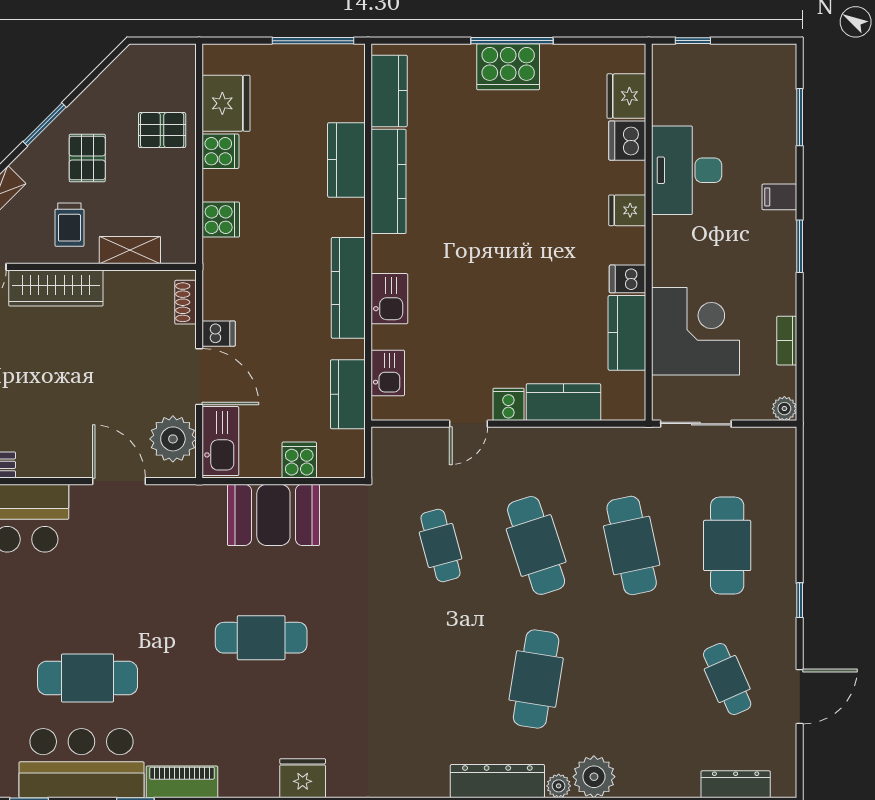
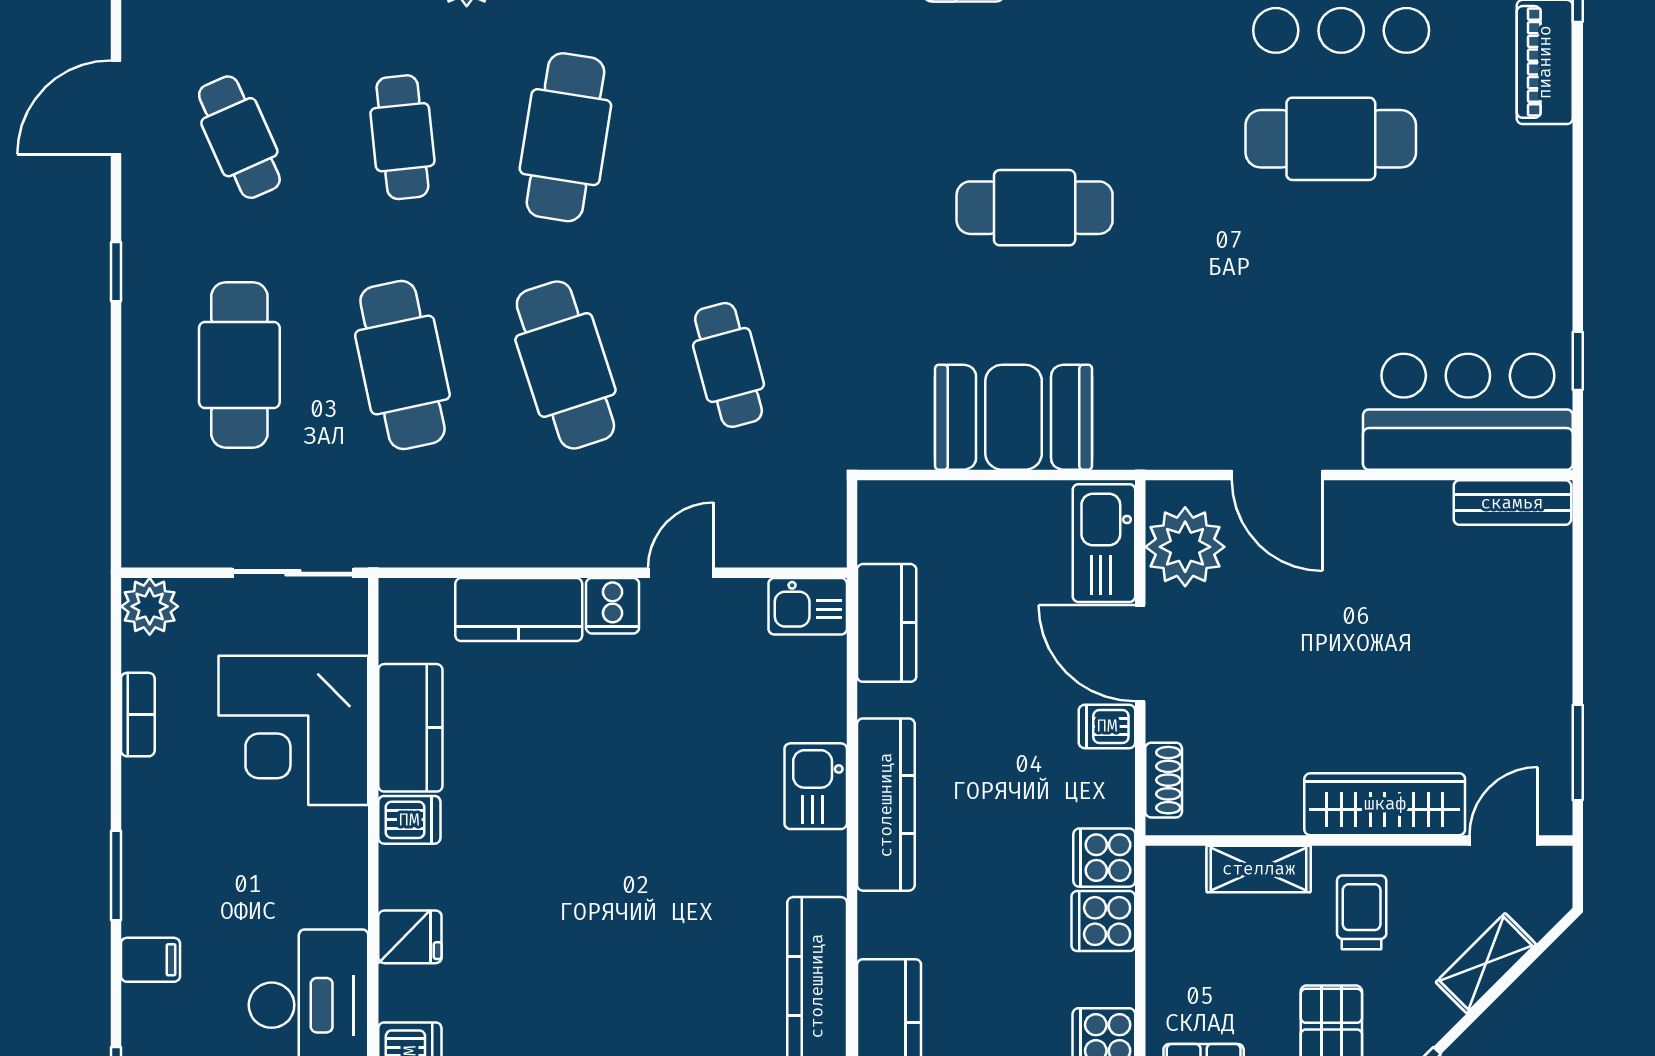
kitchen sink: (388, 373) -> (808, 606), moved, turned -90
plant: (784, 409) -> (150, 606), width x1.38, depth x1.38
cooker: (299, 460) -> (1104, 858), moved, turned 90
cafe table: (632, 679) -> (402, 137), added

